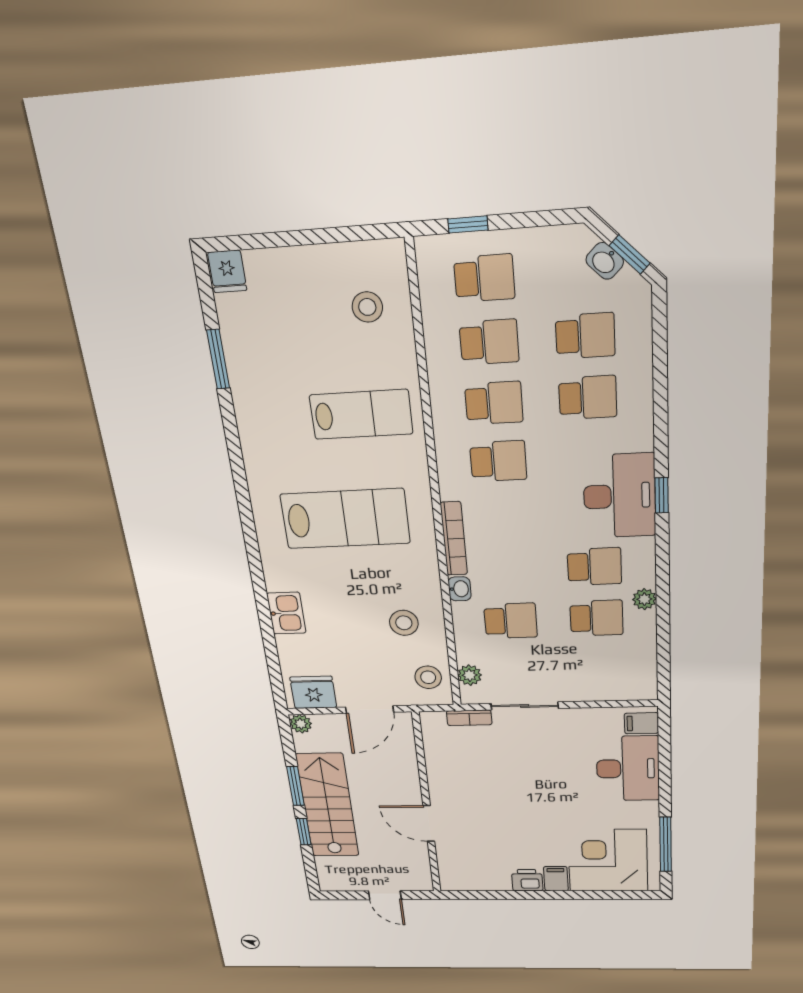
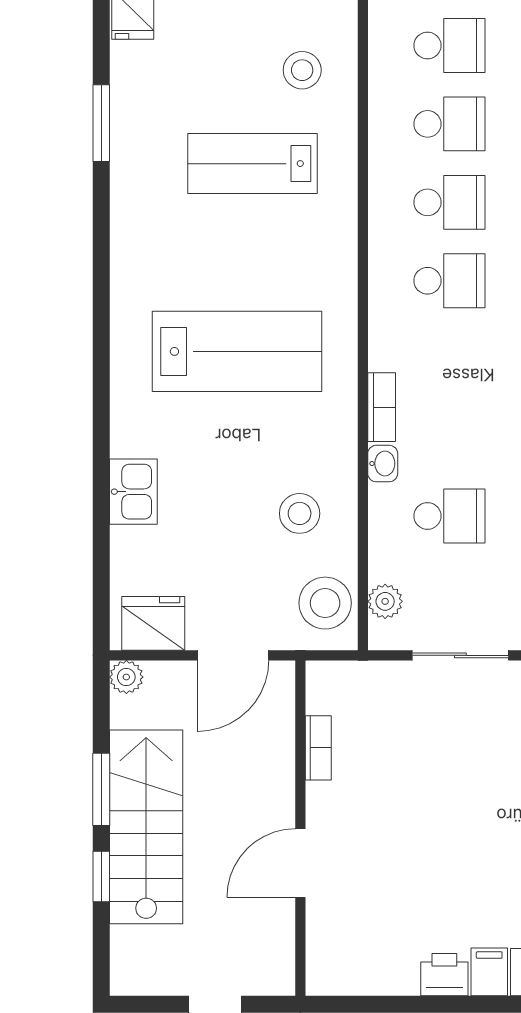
lab bench: (361, 414) -> (252, 164), moved, turned 180
bookcase: (454, 539) -> (382, 407), width x0.64
stool: (428, 677) -> (325, 603), width x1.38, depth x1.38
bookcase: (469, 718) -> (318, 748), moved, turned -90
door: (429, 823) -> (300, 863), hinge flipped

